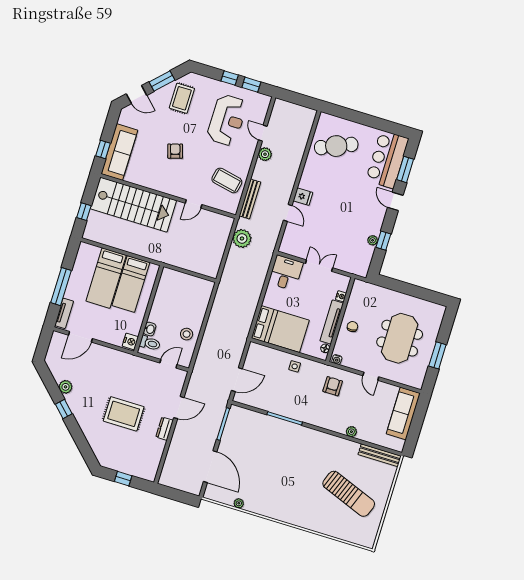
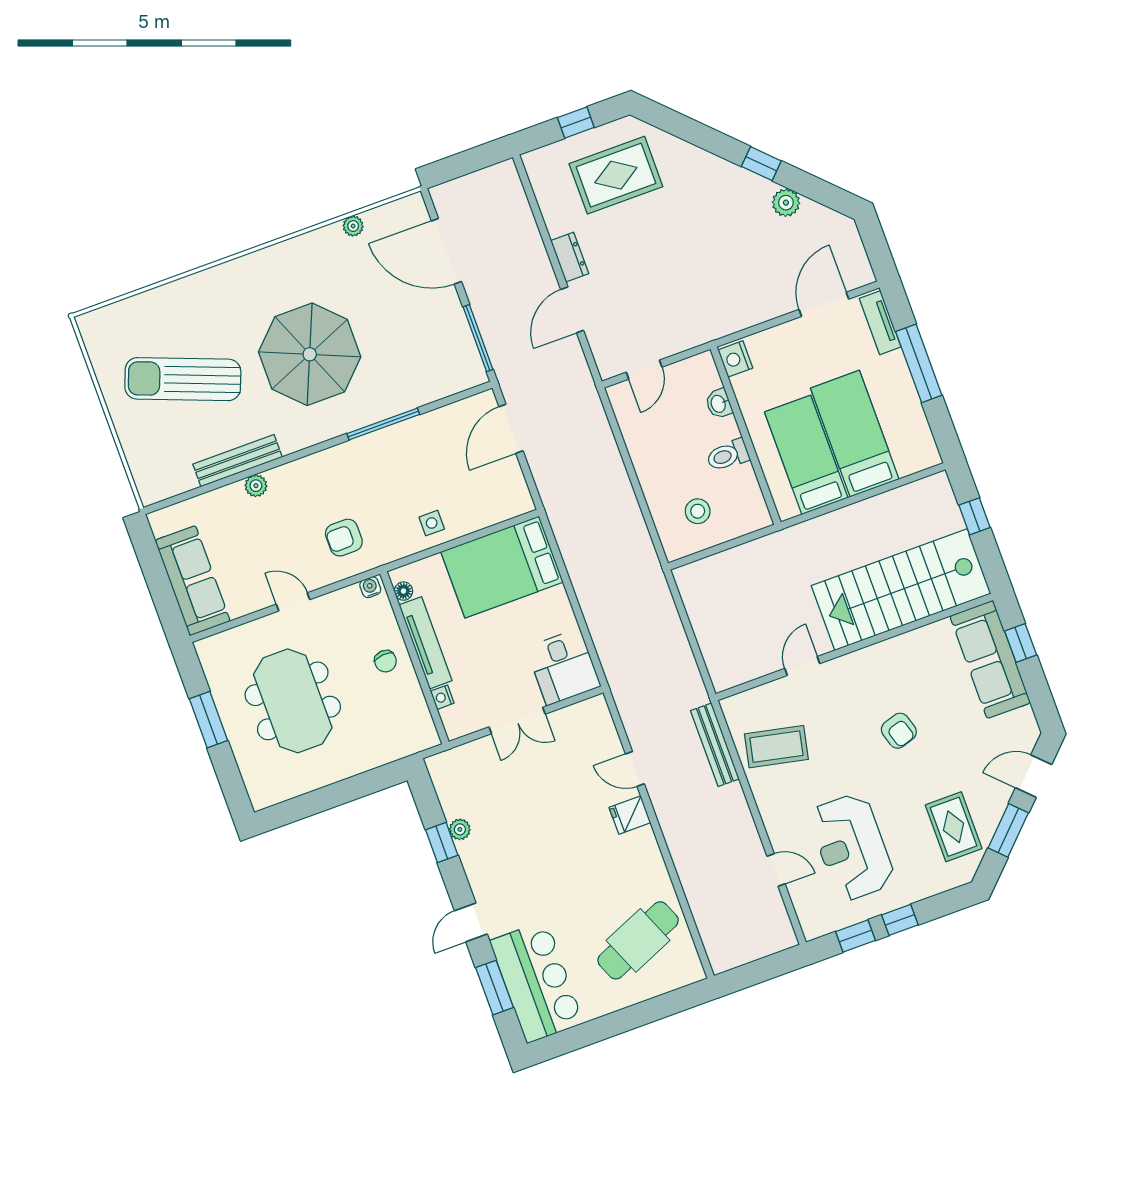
plant: (265, 154) -> (746, 838), removed
door: (395, 201) -> (471, 922), swing flipped
plant: (242, 238) -> (679, 669), removed
stool: (187, 334) -> (698, 511), moved
toilet: (150, 343) -> (728, 455), moved
armchair: (333, 386) -> (344, 538), turned 90
rug: (124, 414) -> (616, 175), moved
bench: (380, 455) -> (238, 461), moved
parasol: (293, 467) -> (310, 354), added

